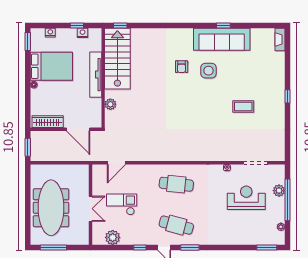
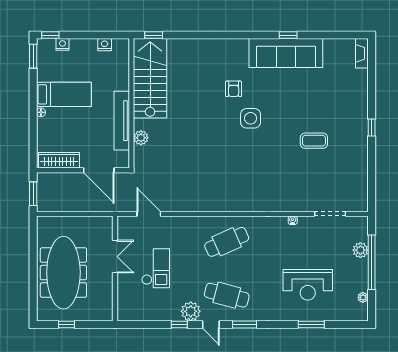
window: (77, 25) -> (50, 35), moved
bed: (51, 66) -> (64, 94), width x0.67
side table: (208, 71) -> (251, 118), moved
tv unit: (96, 75) -> (122, 121), moved
door: (116, 163) -> (149, 214), swing flipped
cafe table: (176, 184) -> (227, 242), turned -30
reception desk: (246, 198) -> (308, 285), moved, turned 180
checkout: (122, 204) -> (156, 268), turned 90
double door: (91, 209) -> (115, 257), moved
plant: (113, 237) -> (191, 311), moved
window: (53, 248) -> (66, 324), width x0.46
window: (267, 248) -> (311, 324), moved

